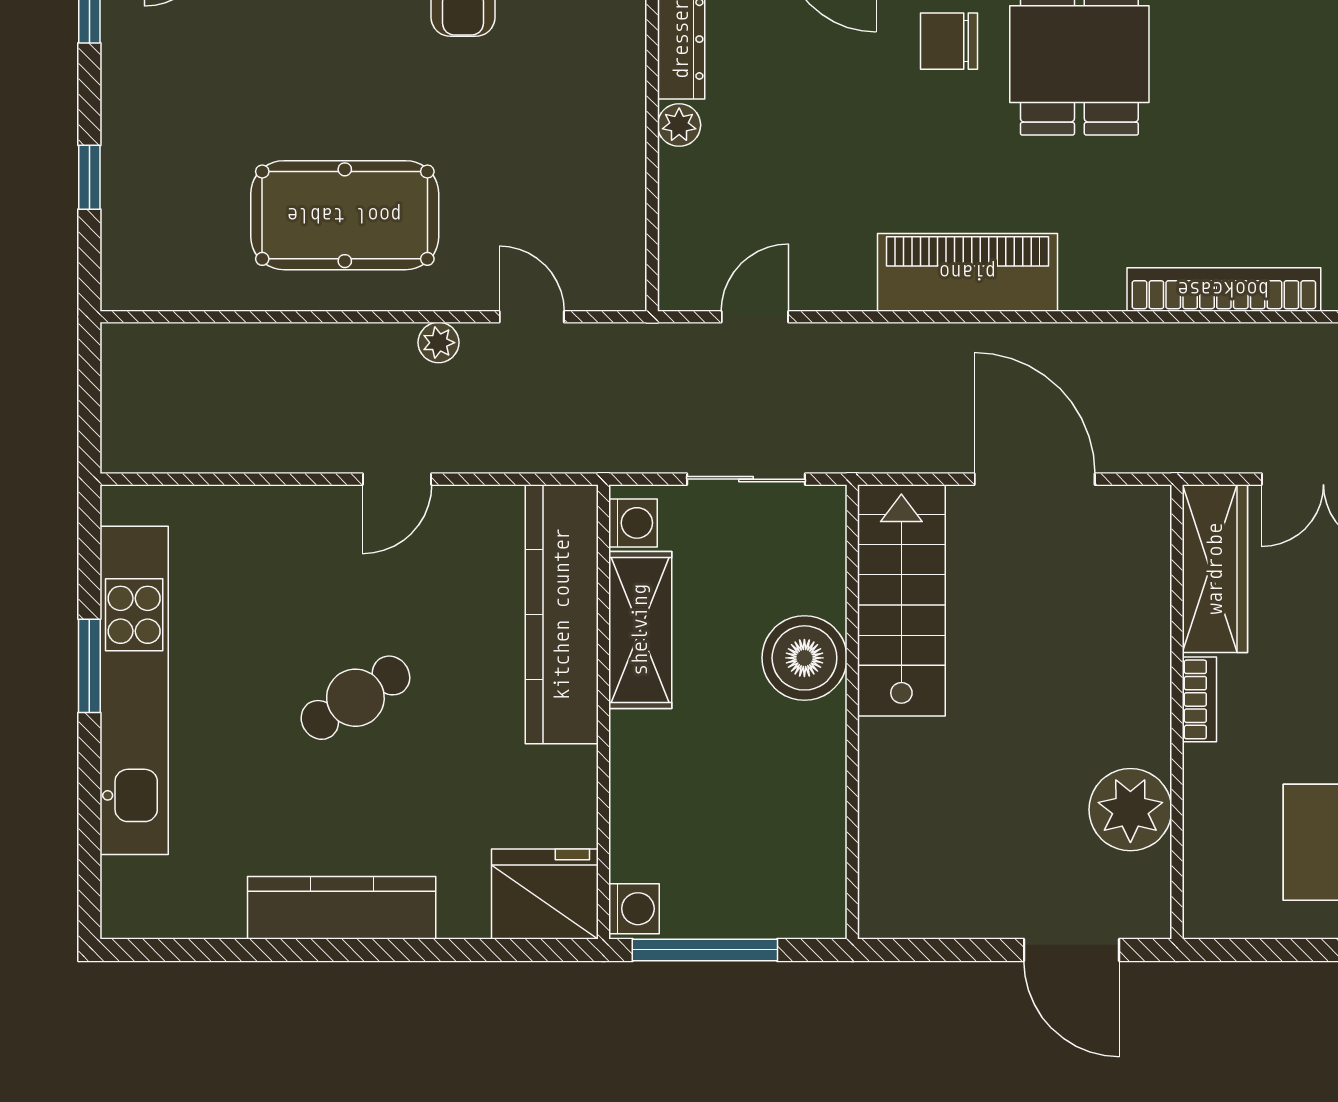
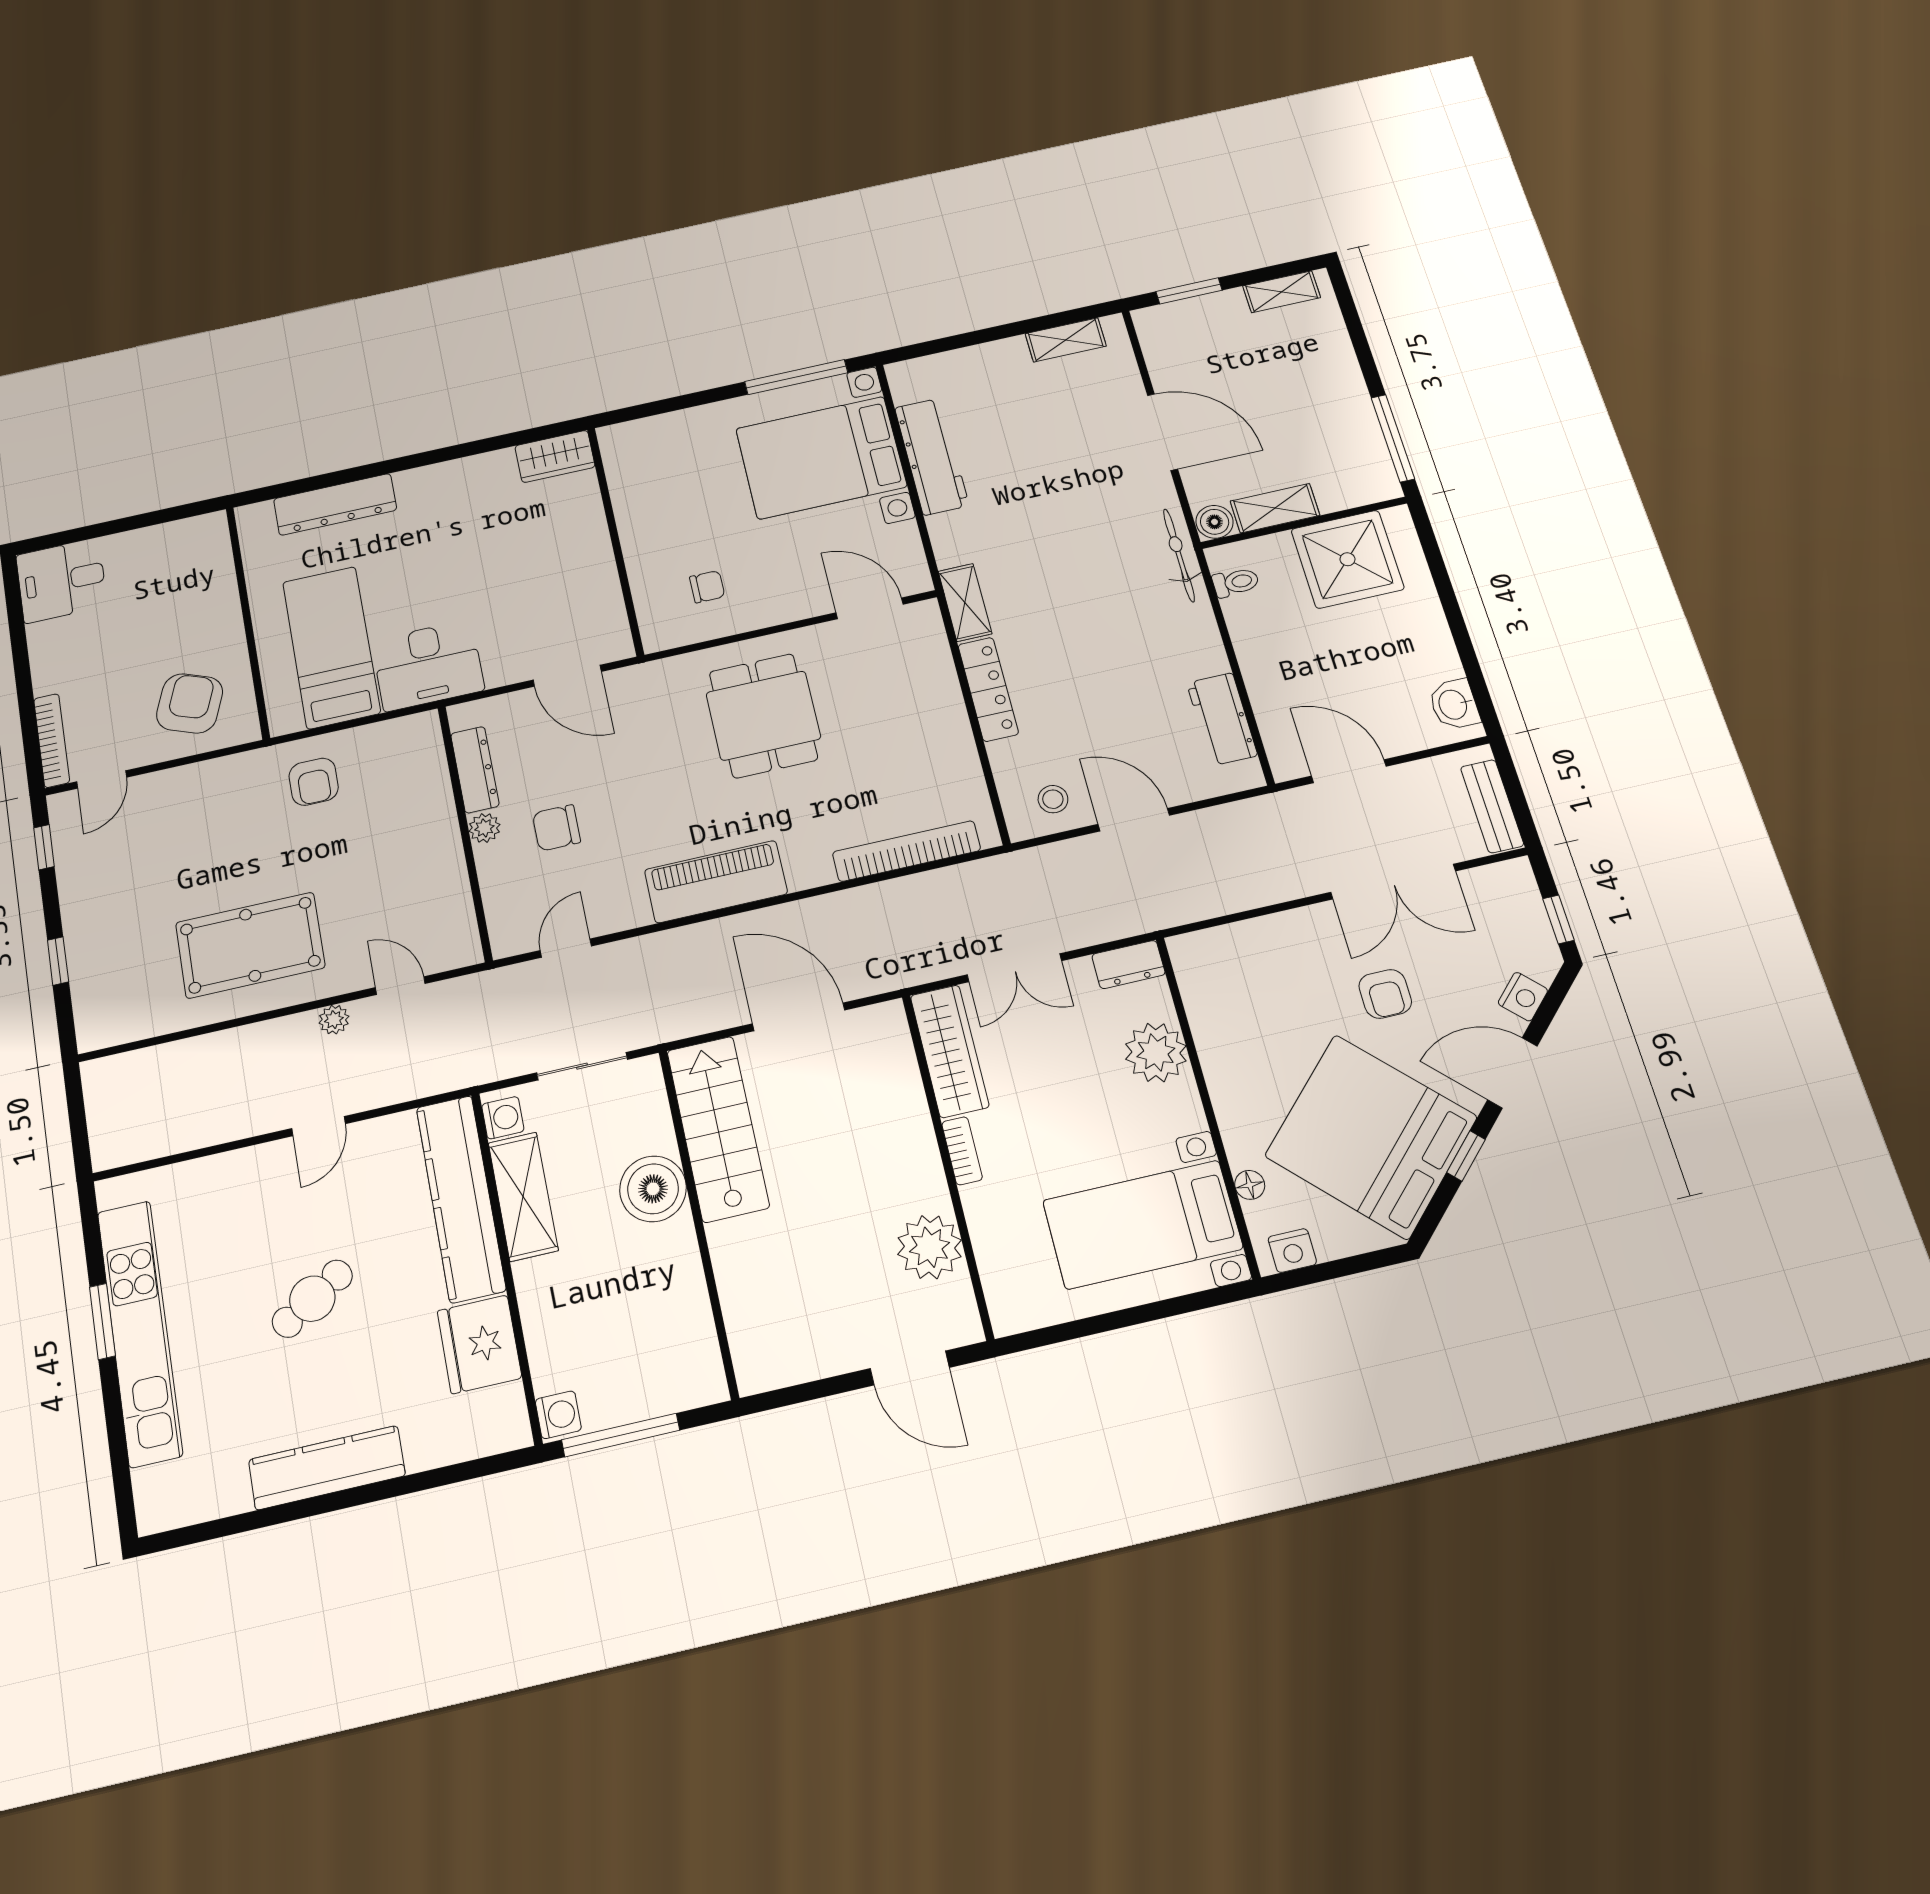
chair: (949, 41) -> (556, 828), moved
fridge: (545, 894) -> (479, 1344), moved, turned -90

